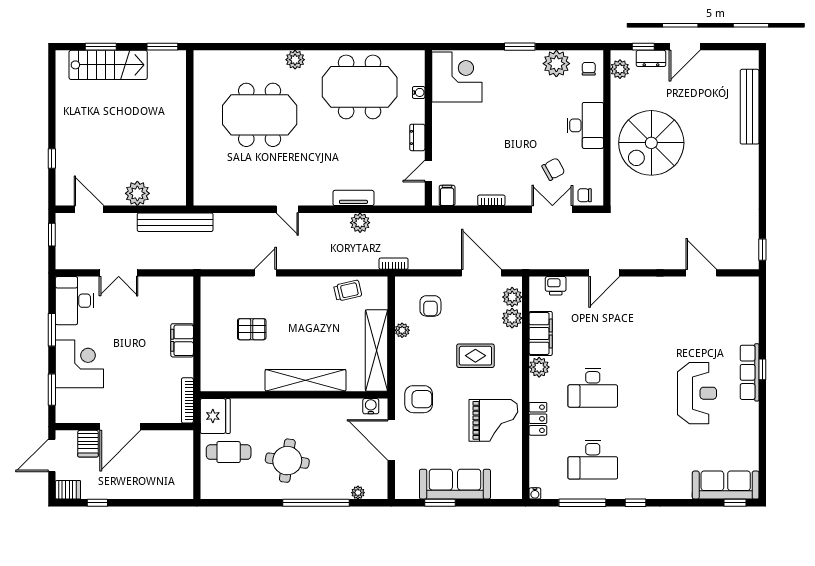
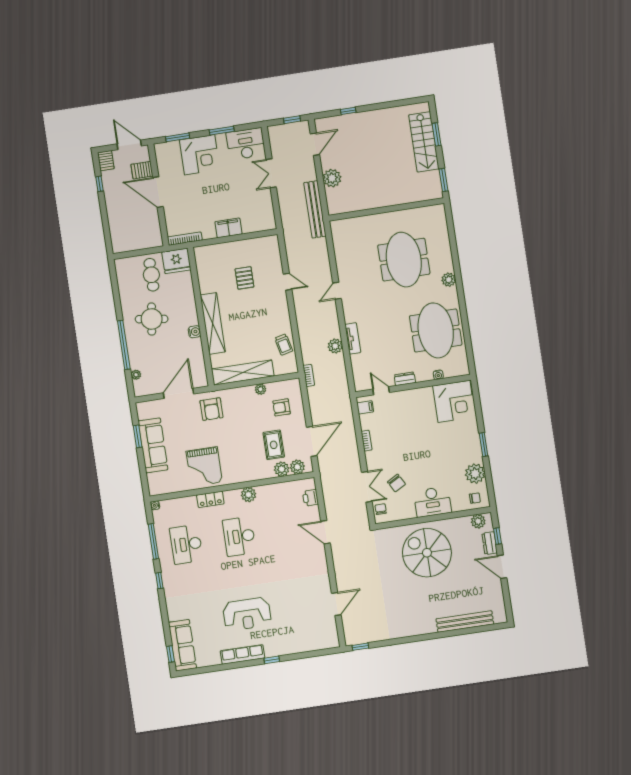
filing cabinet: (541, 333) -> (274, 492), removed
rug: (475, 356) -> (274, 445), moved
row of seats: (750, 372) -> (242, 654), moved
water cooler: (371, 406) -> (195, 332), moved

